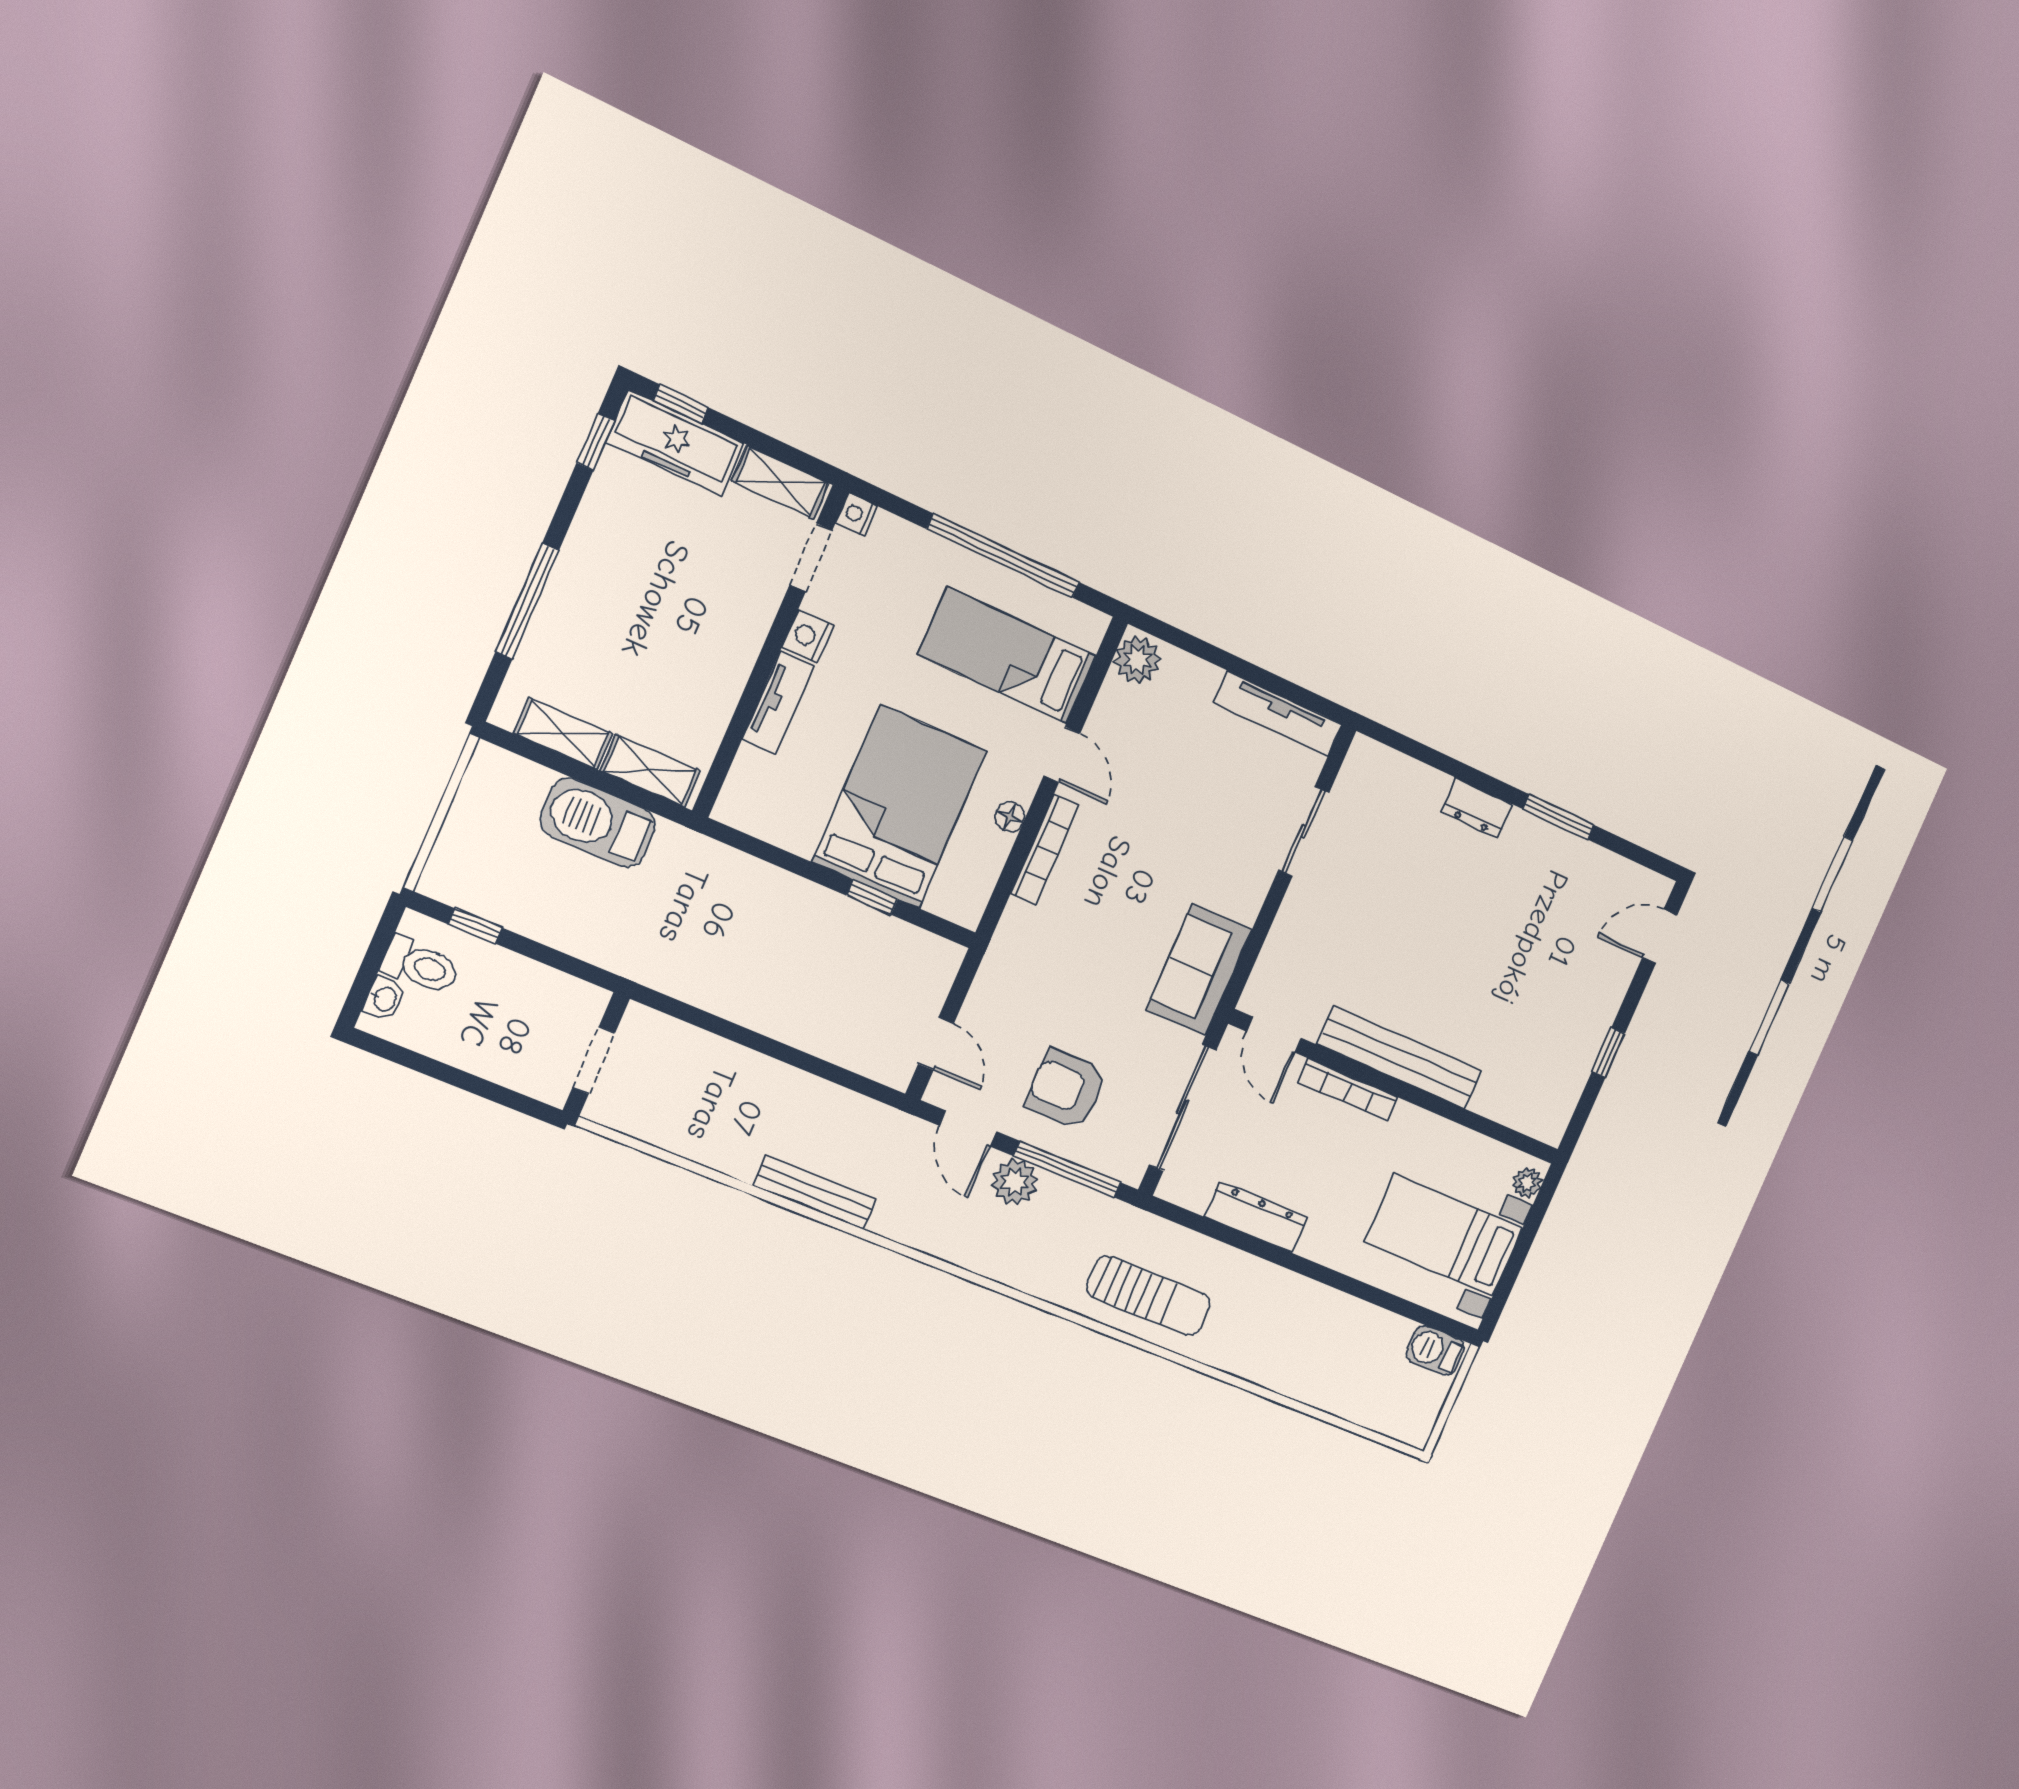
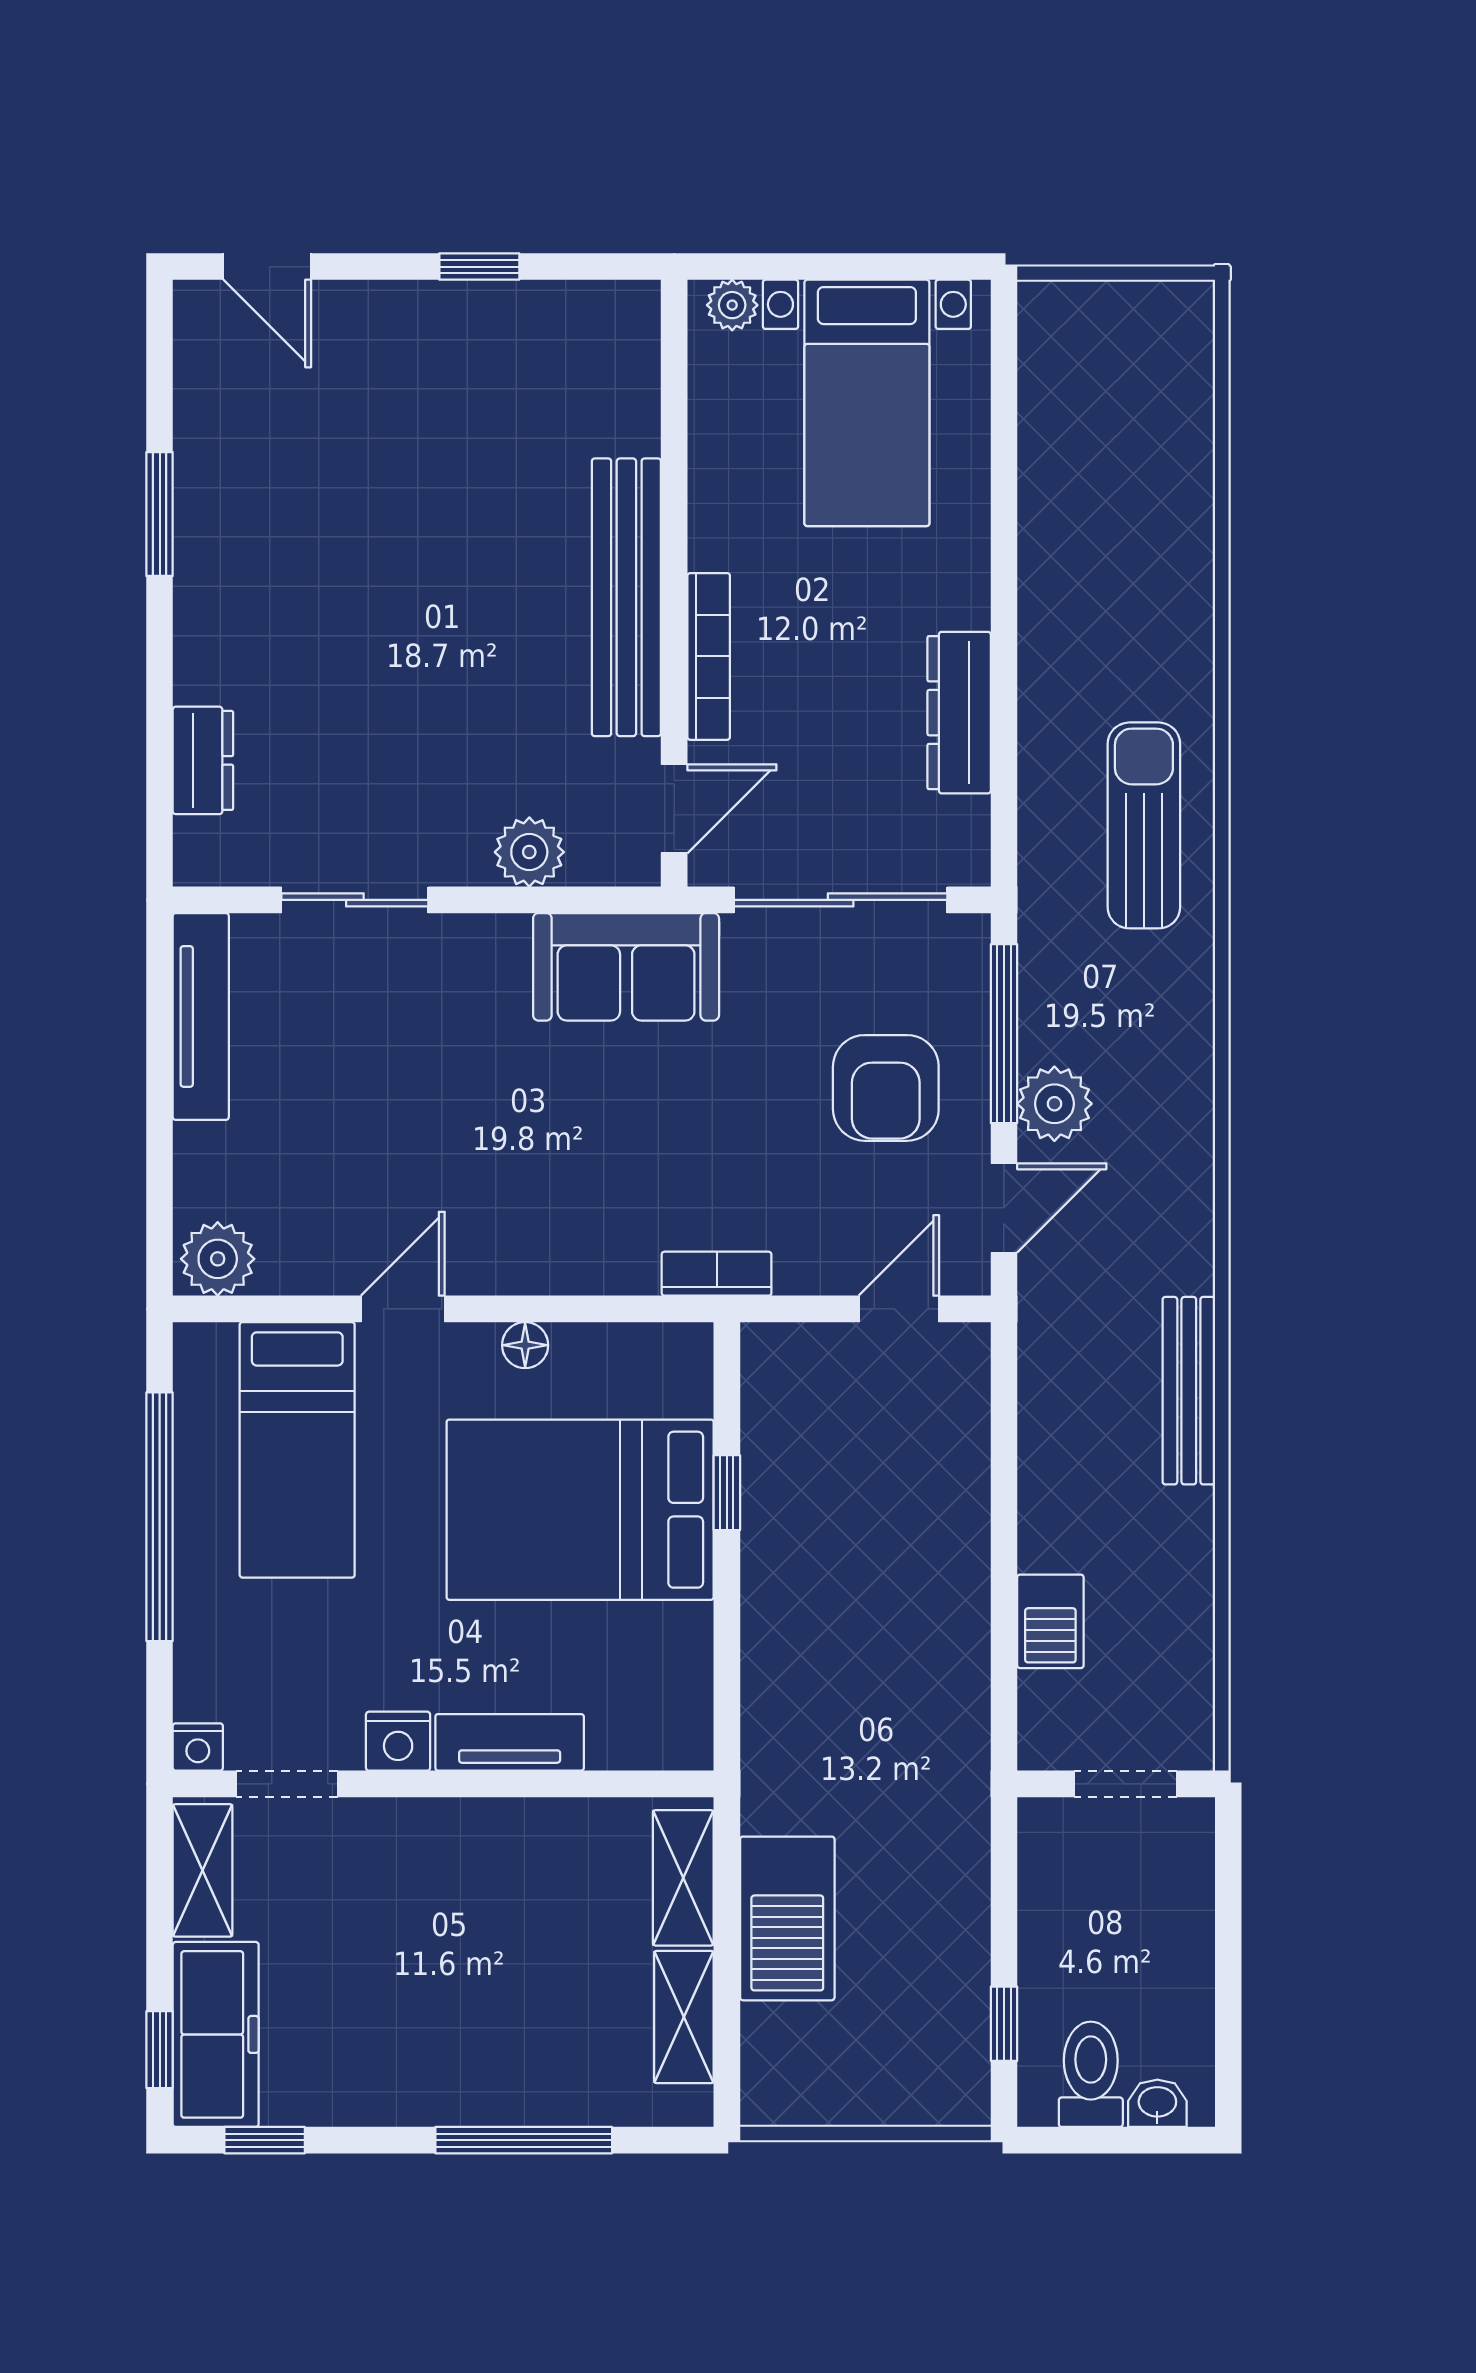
dresser: (1477, 808) -> (203, 760), moved
bookcase: (1045, 849) -> (717, 1274), moved, width x0.64
plant: (1286, 942) -> (529, 852), added
barbecue: (1435, 1351) -> (1050, 1621), moved

